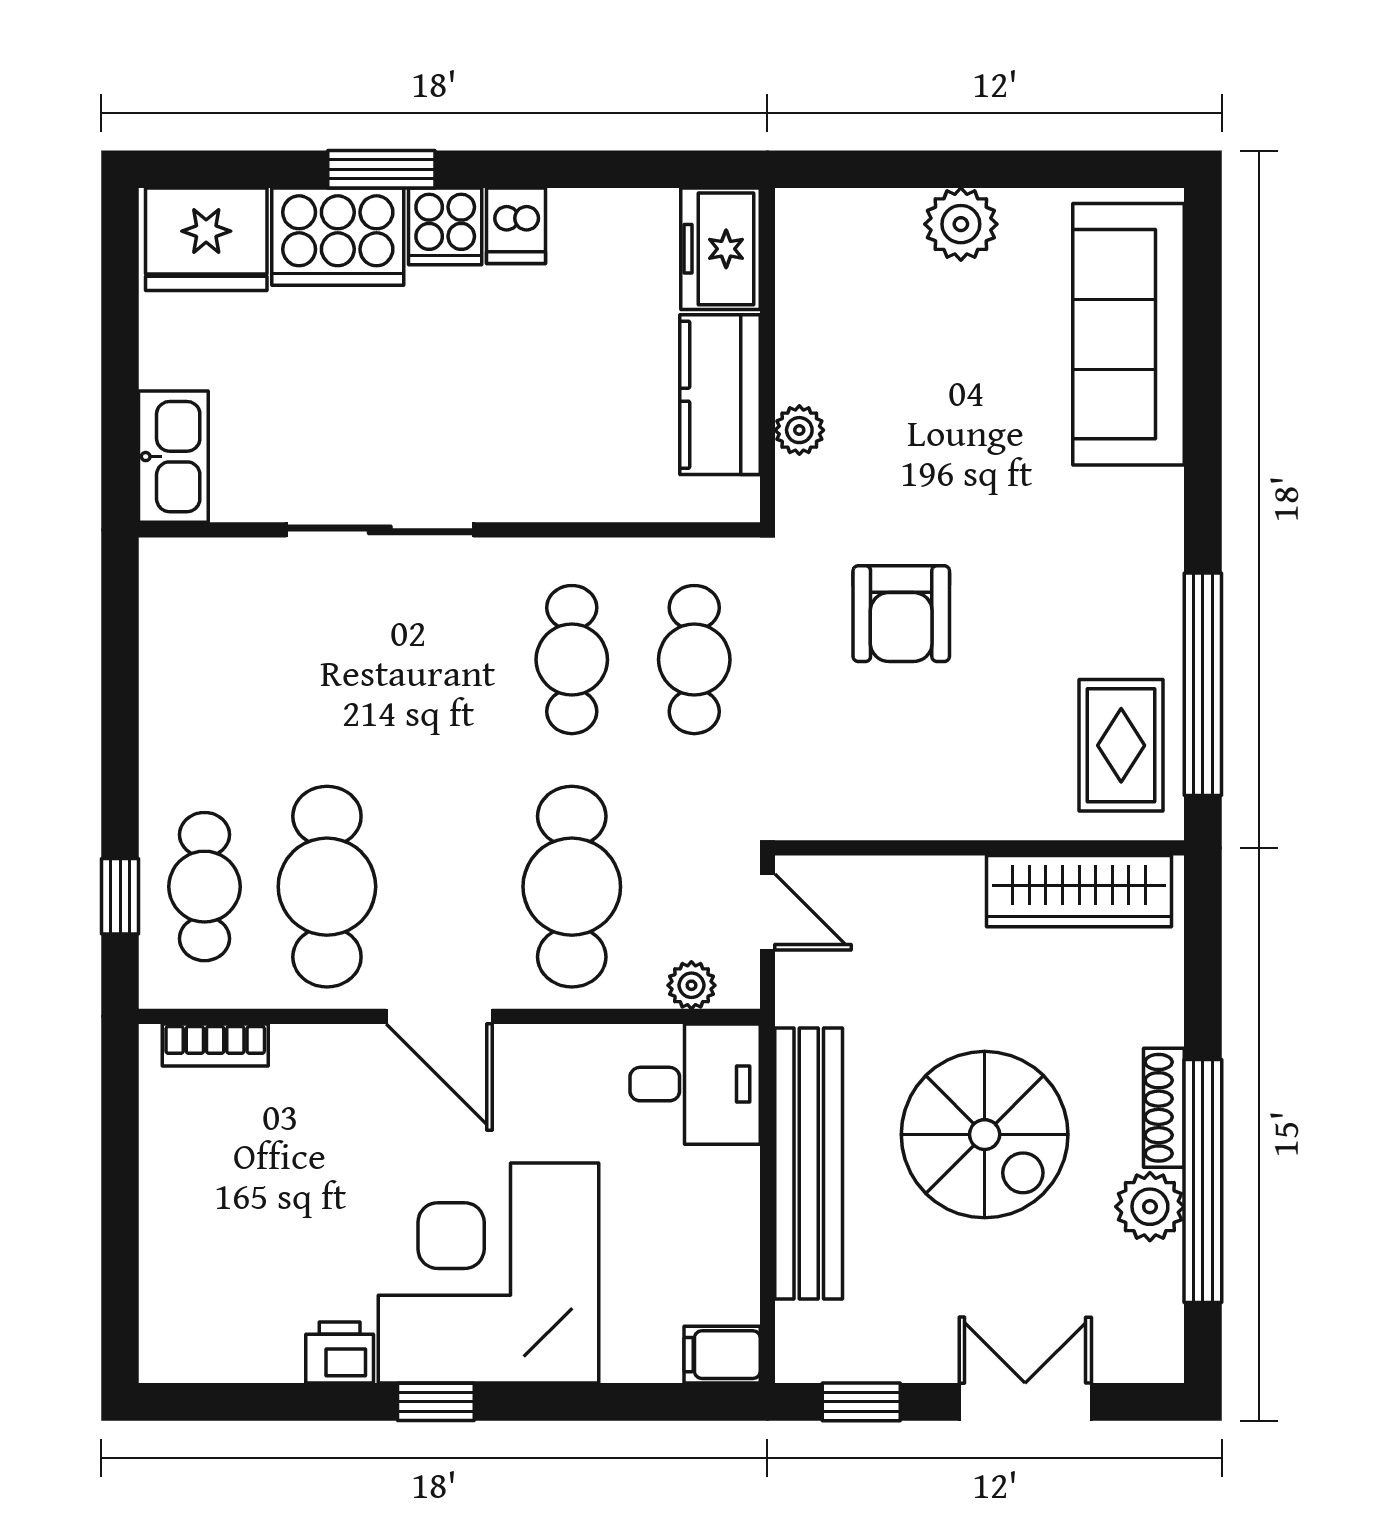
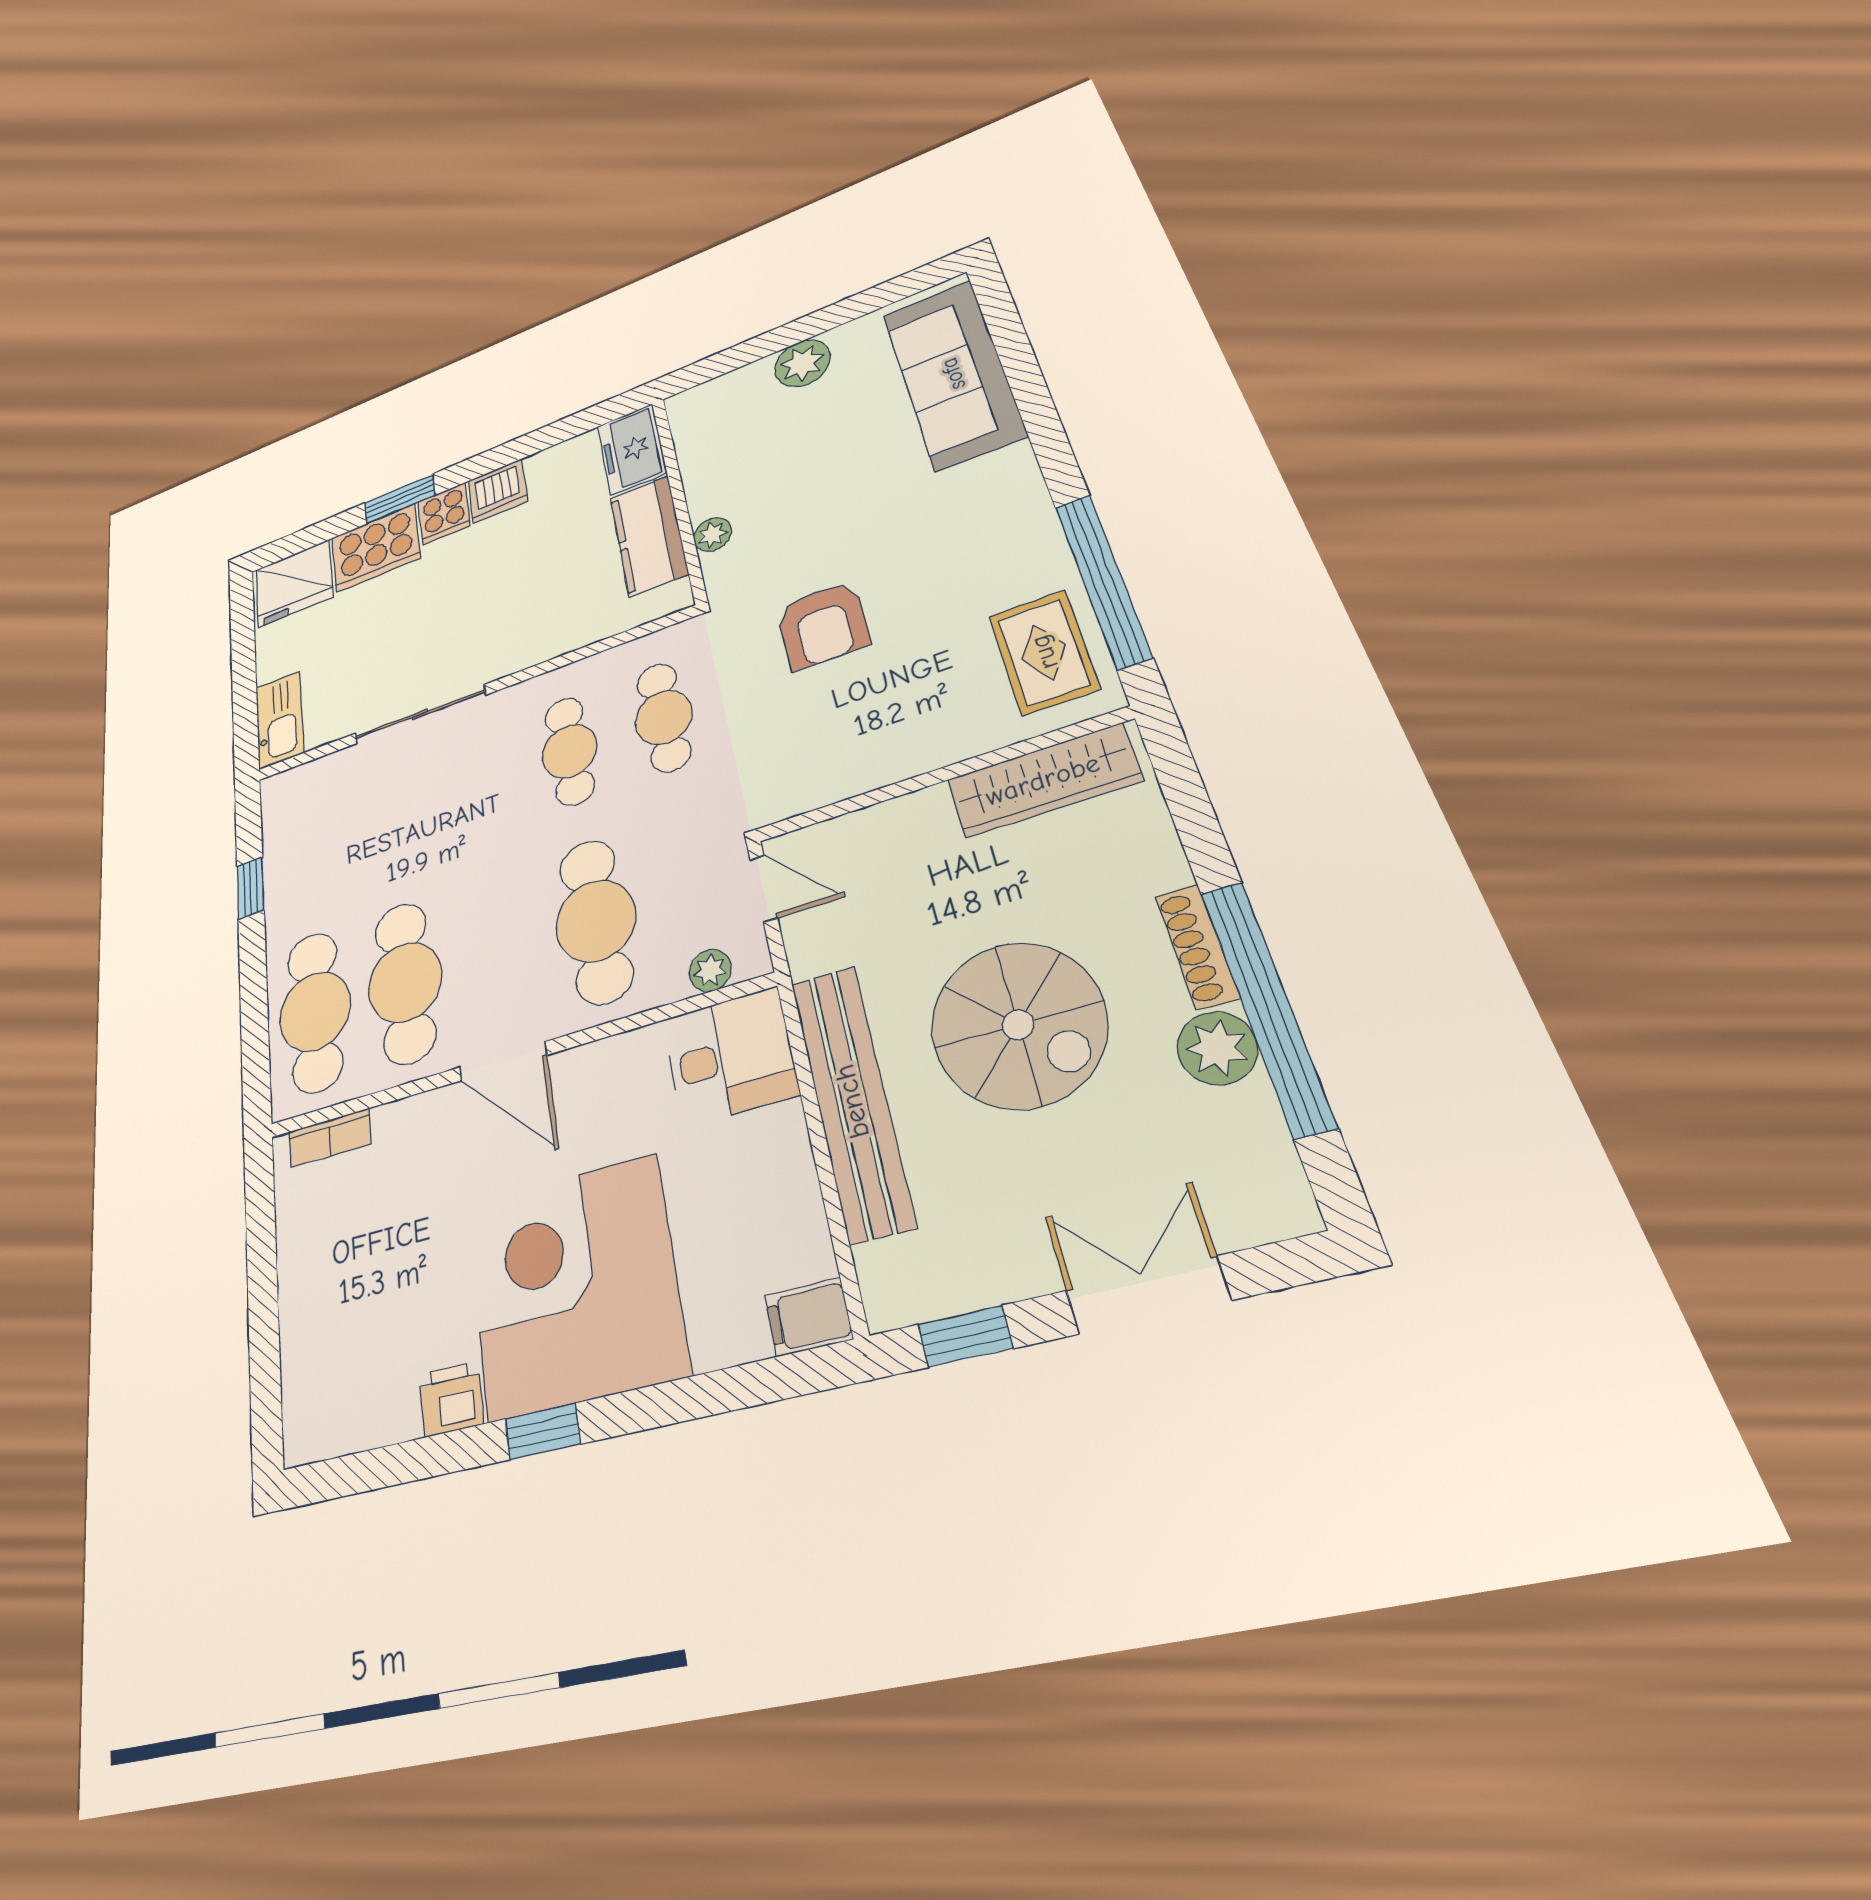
dishwasher: (516, 226) -> (498, 491), width x1.38
cafe table: (204, 887) -> (315, 1012), width x1.37, depth x1.35
window: (120, 896) -> (250, 888), moved

